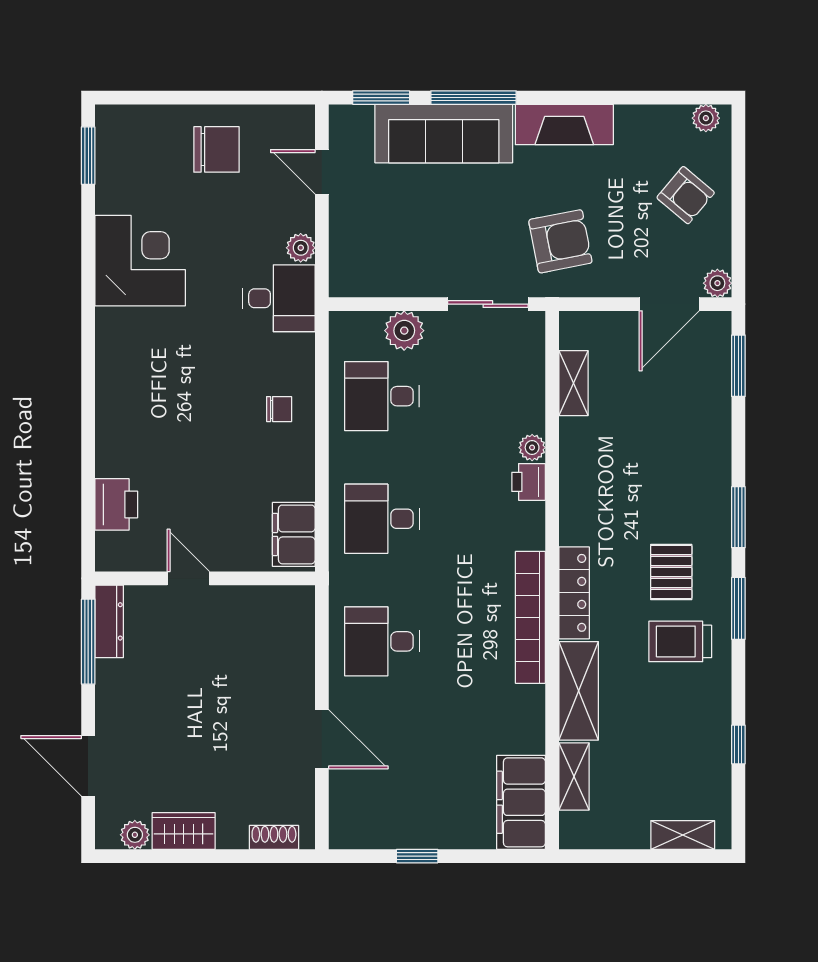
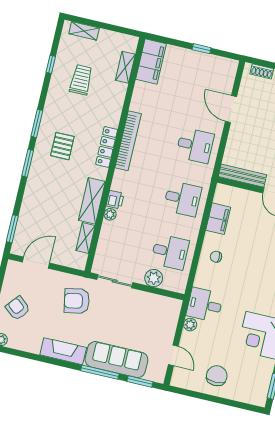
chair: (216, 149) -> (217, 376), turned 90
plant: (717, 283) -> (13, 267), removed
filing cabinet: (294, 534) -> (218, 219), moved
bench: (263, 600) -> (242, 176), added
trolley: (680, 641) -> (81, 80), moved, turned -90
shelving: (579, 691) -> (92, 201), moved

